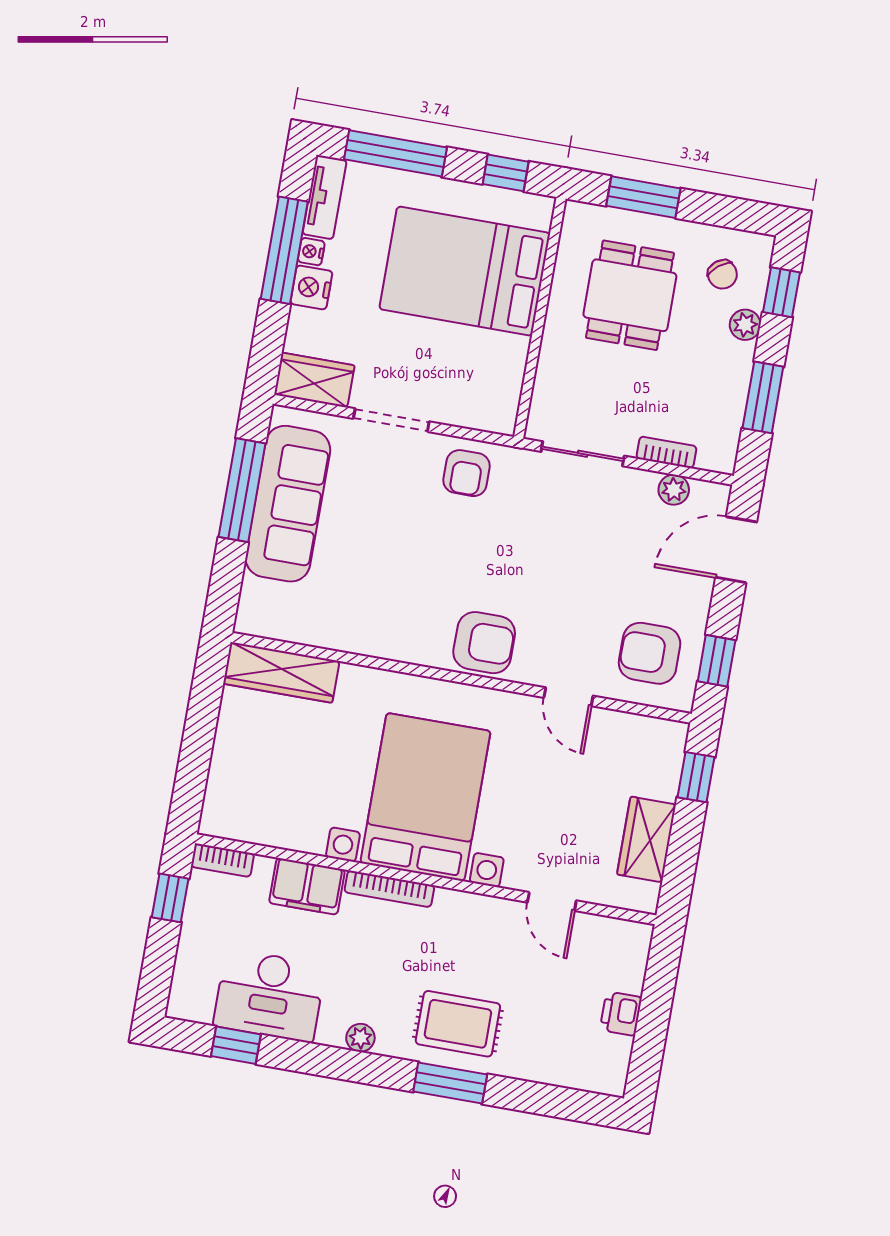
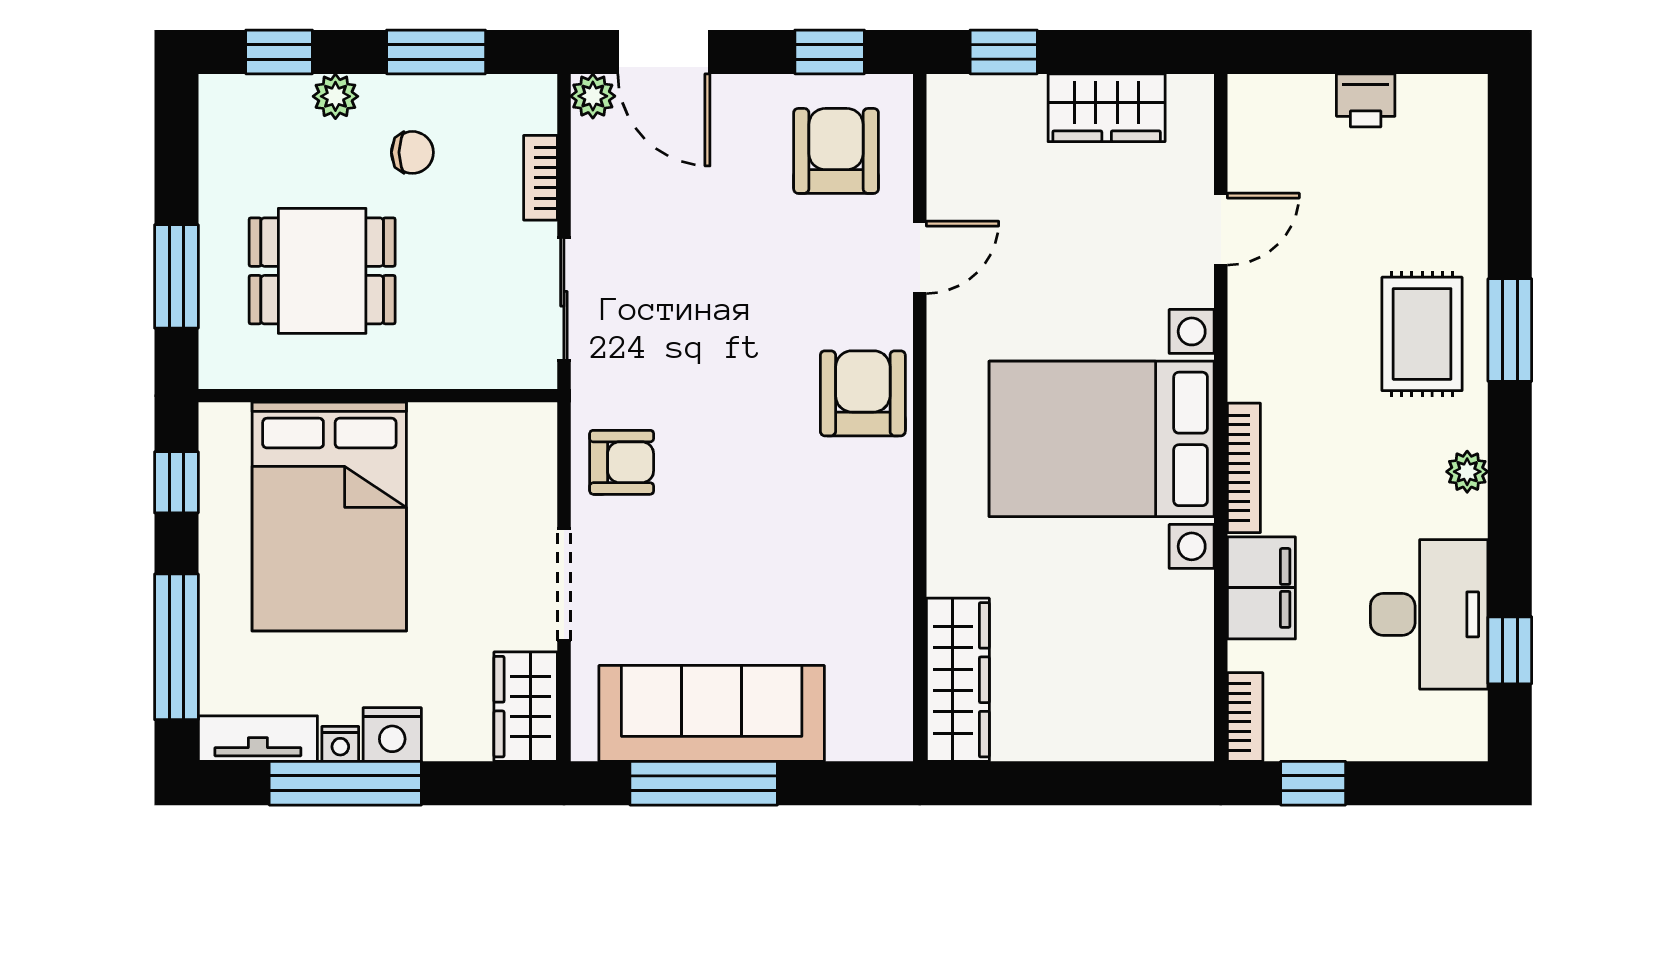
chair: (722, 274) -> (412, 152), moved, turned 38
plant: (674, 490) -> (593, 96), moved
armchair: (650, 653) -> (836, 151), turned 180

